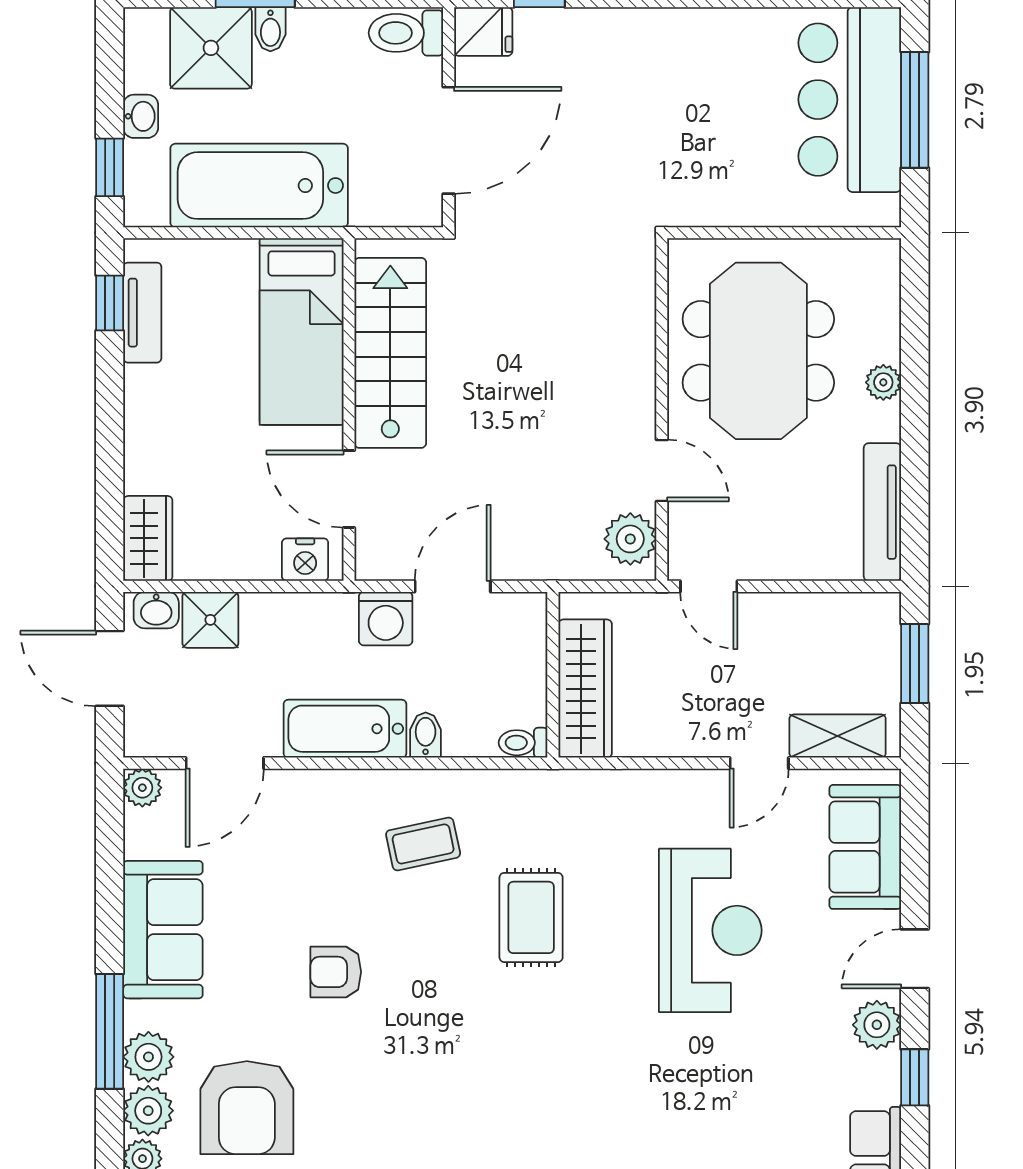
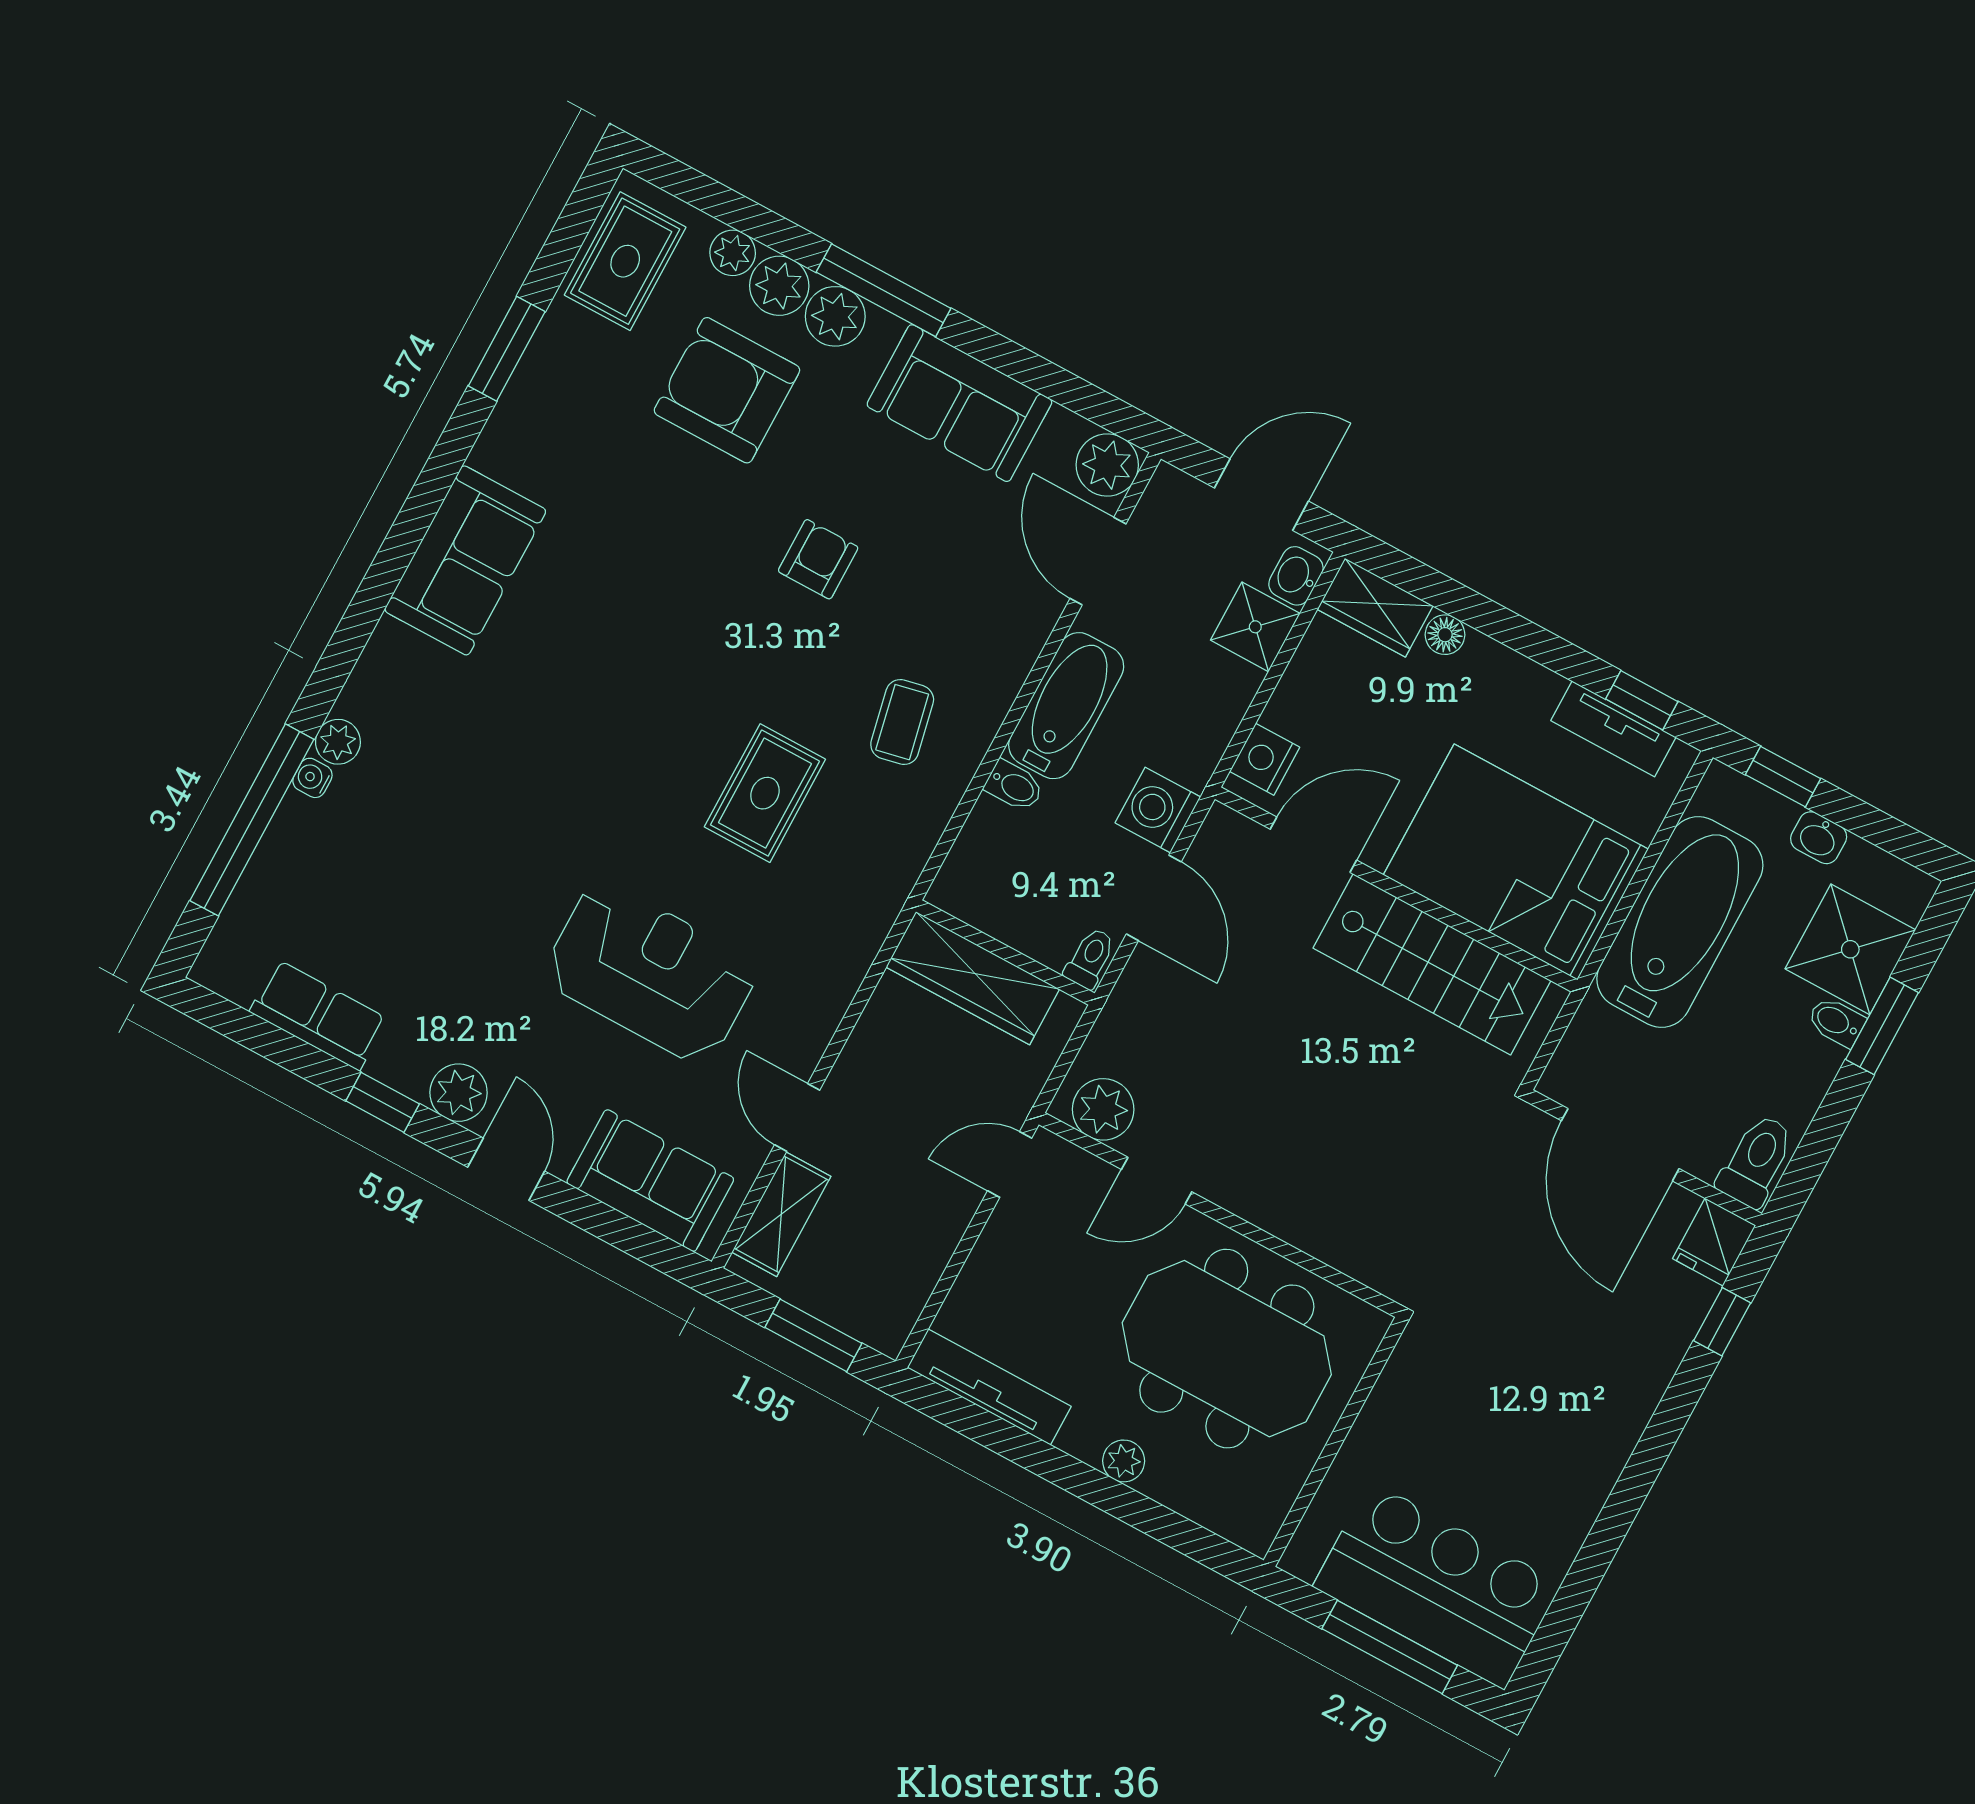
bed: (302, 332) -> (1516, 862), width x1.50
floor lamp: (140, 476) -> (1445, 635), added
toilet: (523, 743) -> (1090, 958), moved
plant: (142, 788) -> (1107, 465), width x1.38, depth x1.38
rug: (531, 917) -> (765, 793), turned 90
reception desk: (710, 930) -> (651, 972), turned 180

